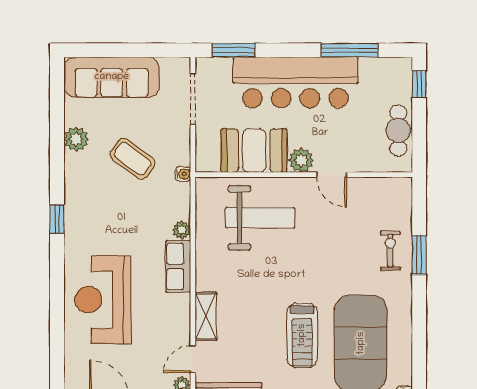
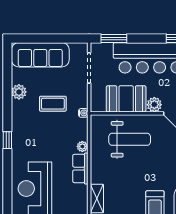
coffee table: (133, 159) -> (53, 104), turned -37

